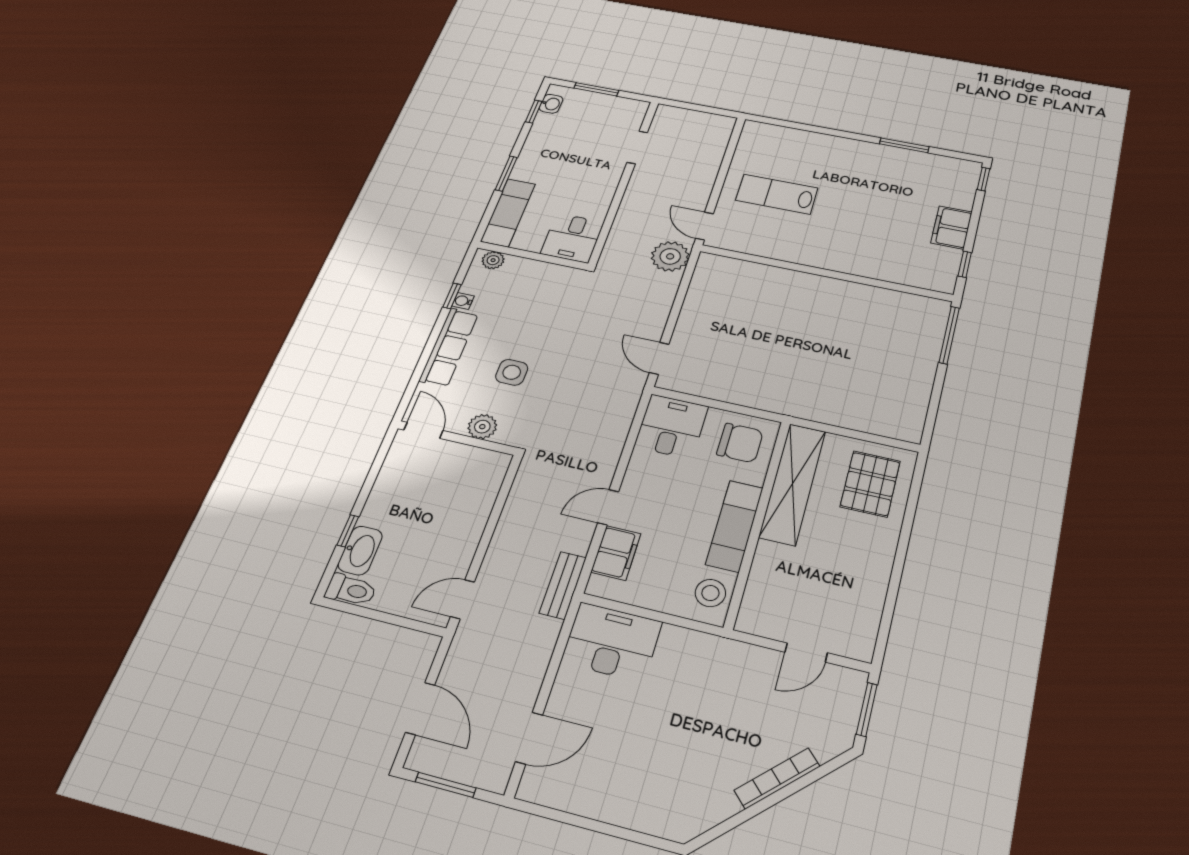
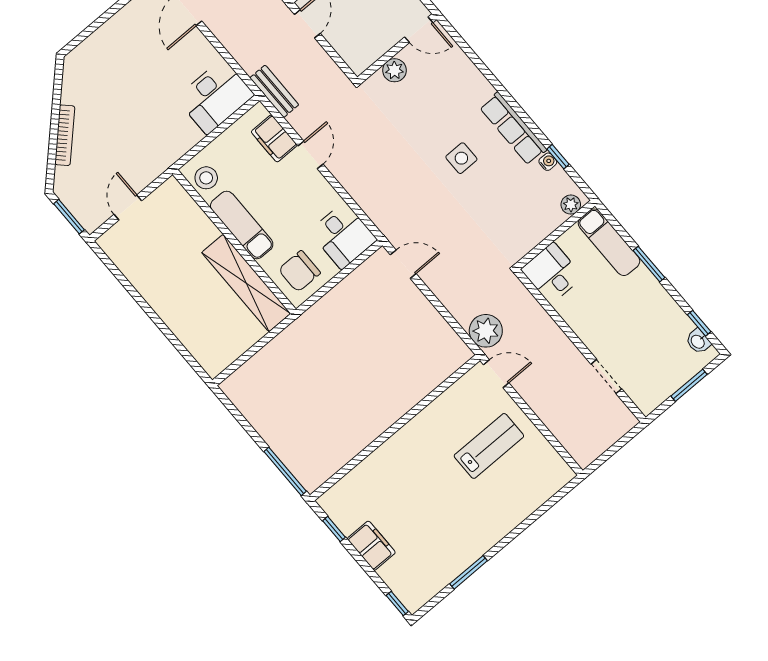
plant: (482, 427) -> (394, 70), moved
door: (423, 430) -> (419, 30), moved
wall: (457, 438) -> (397, 48), moved
pallet: (870, 484) -> (212, 332), removed

